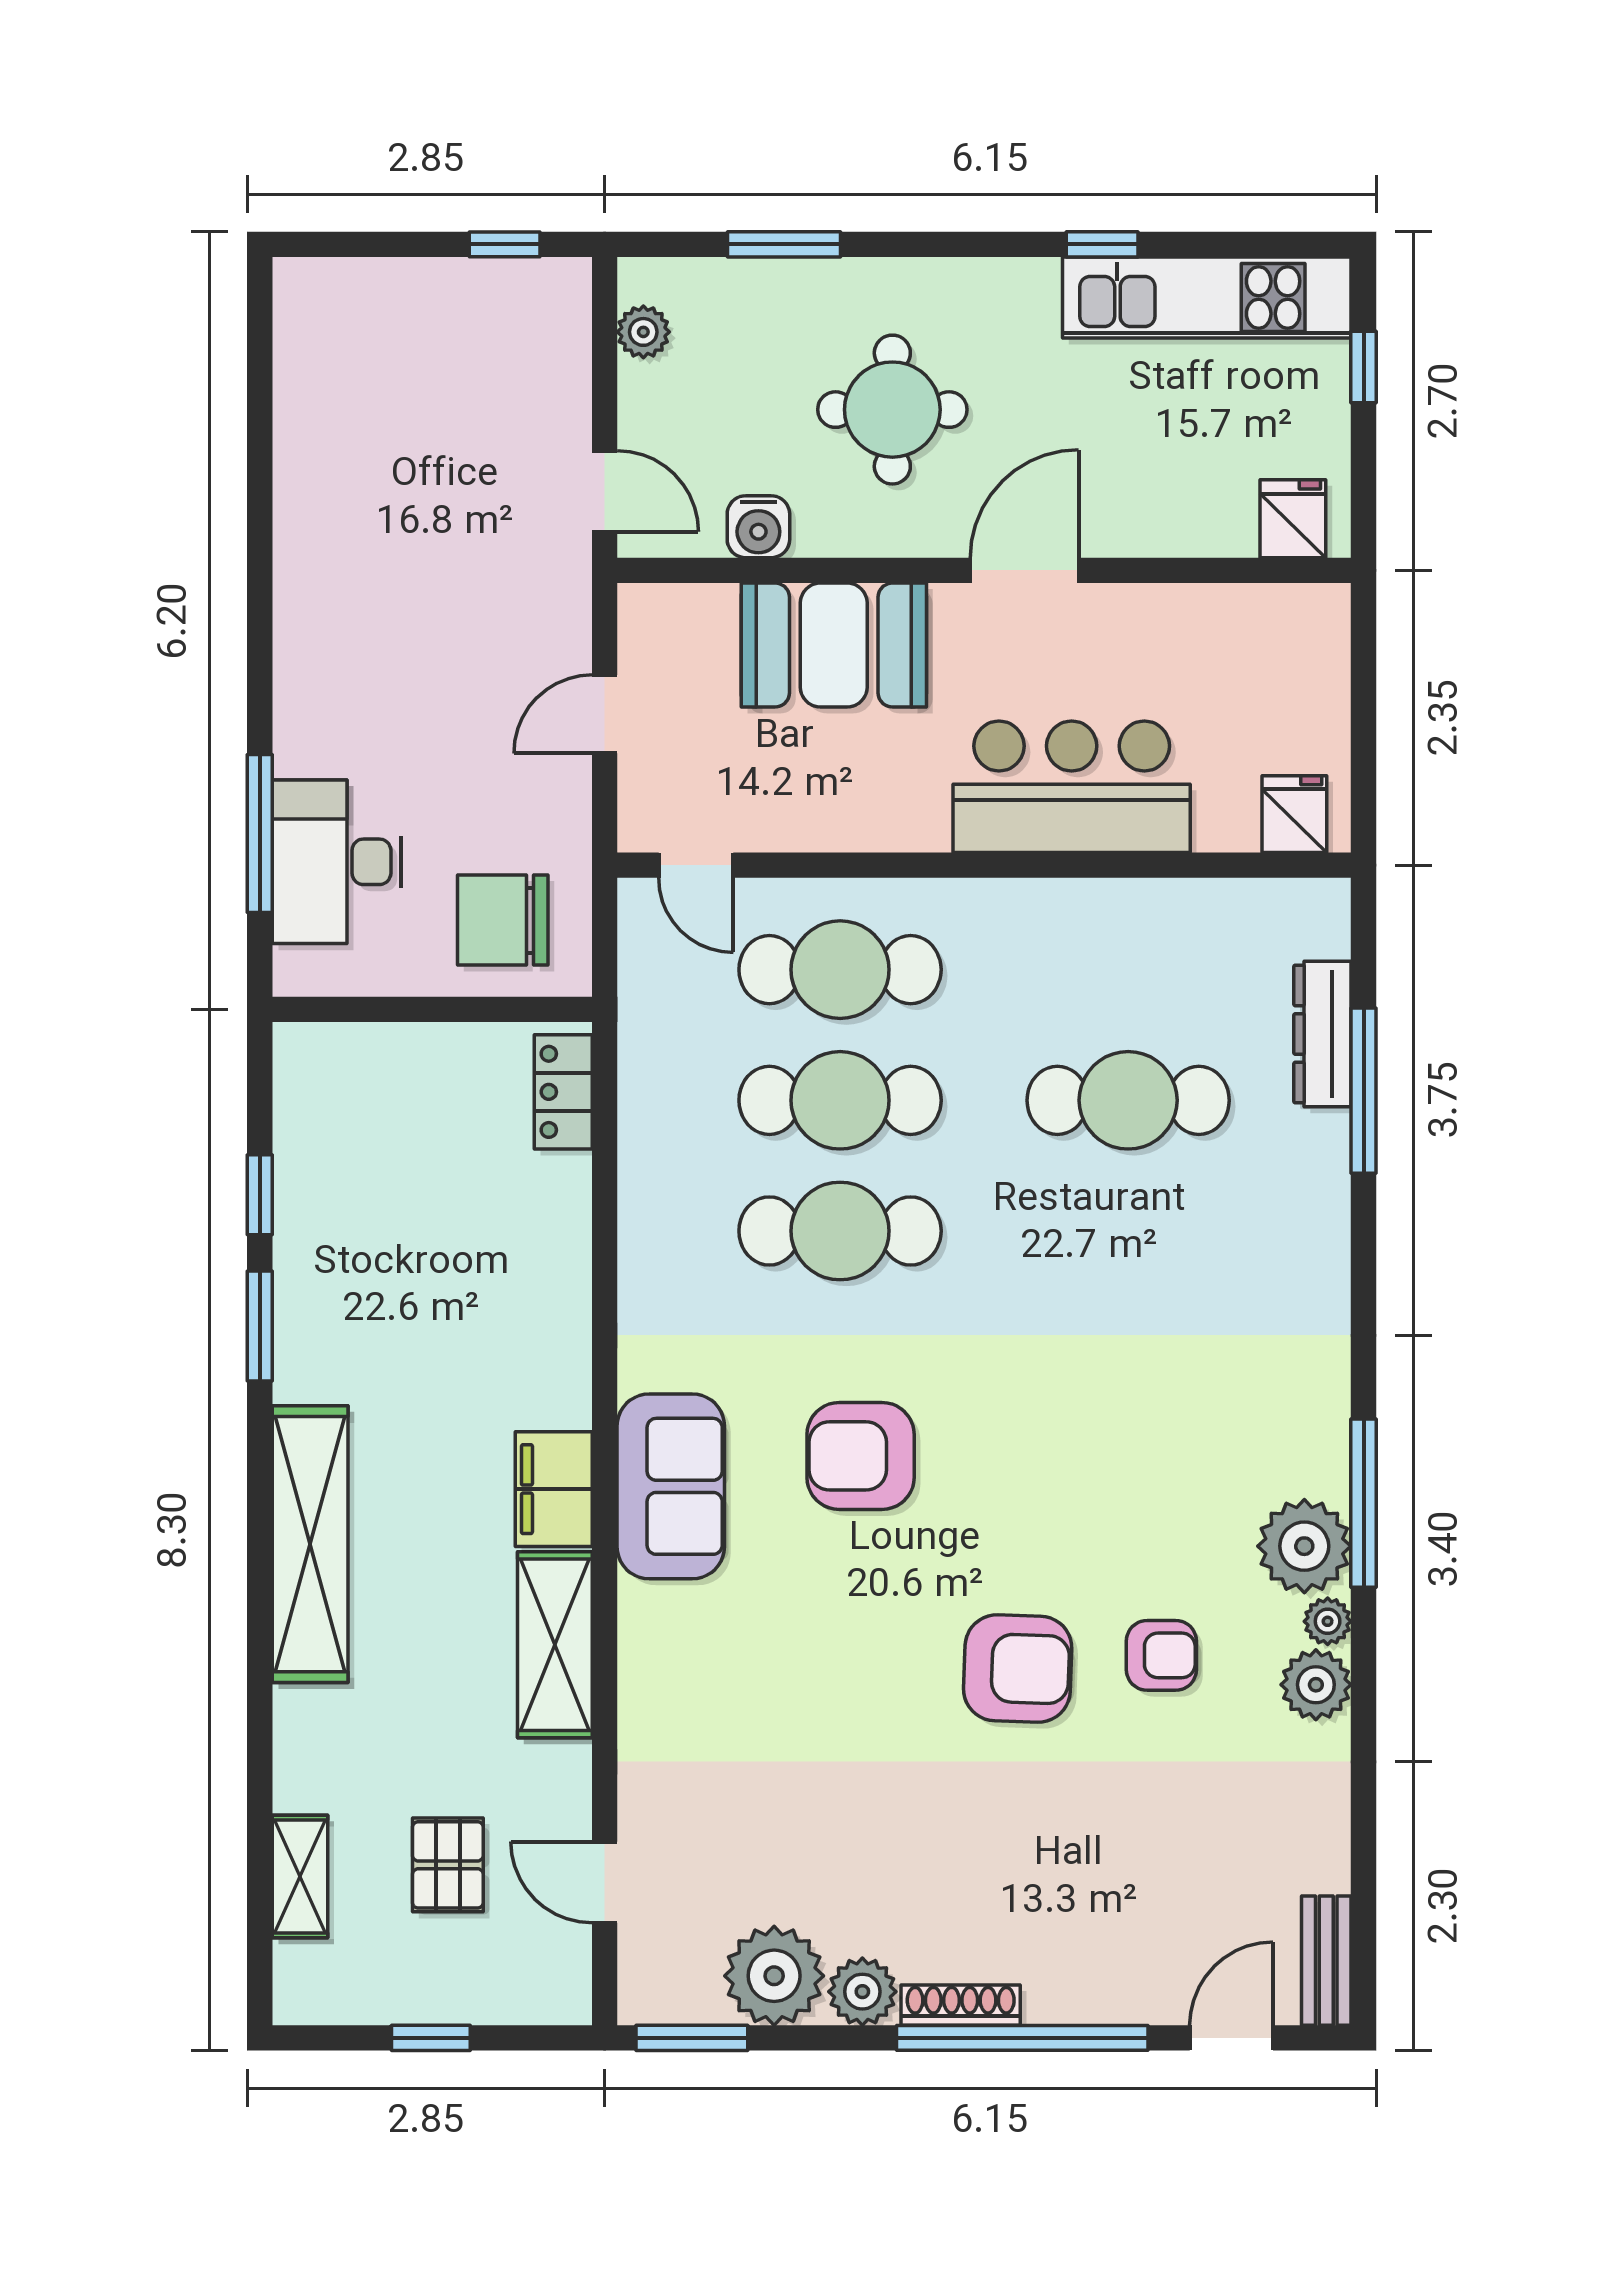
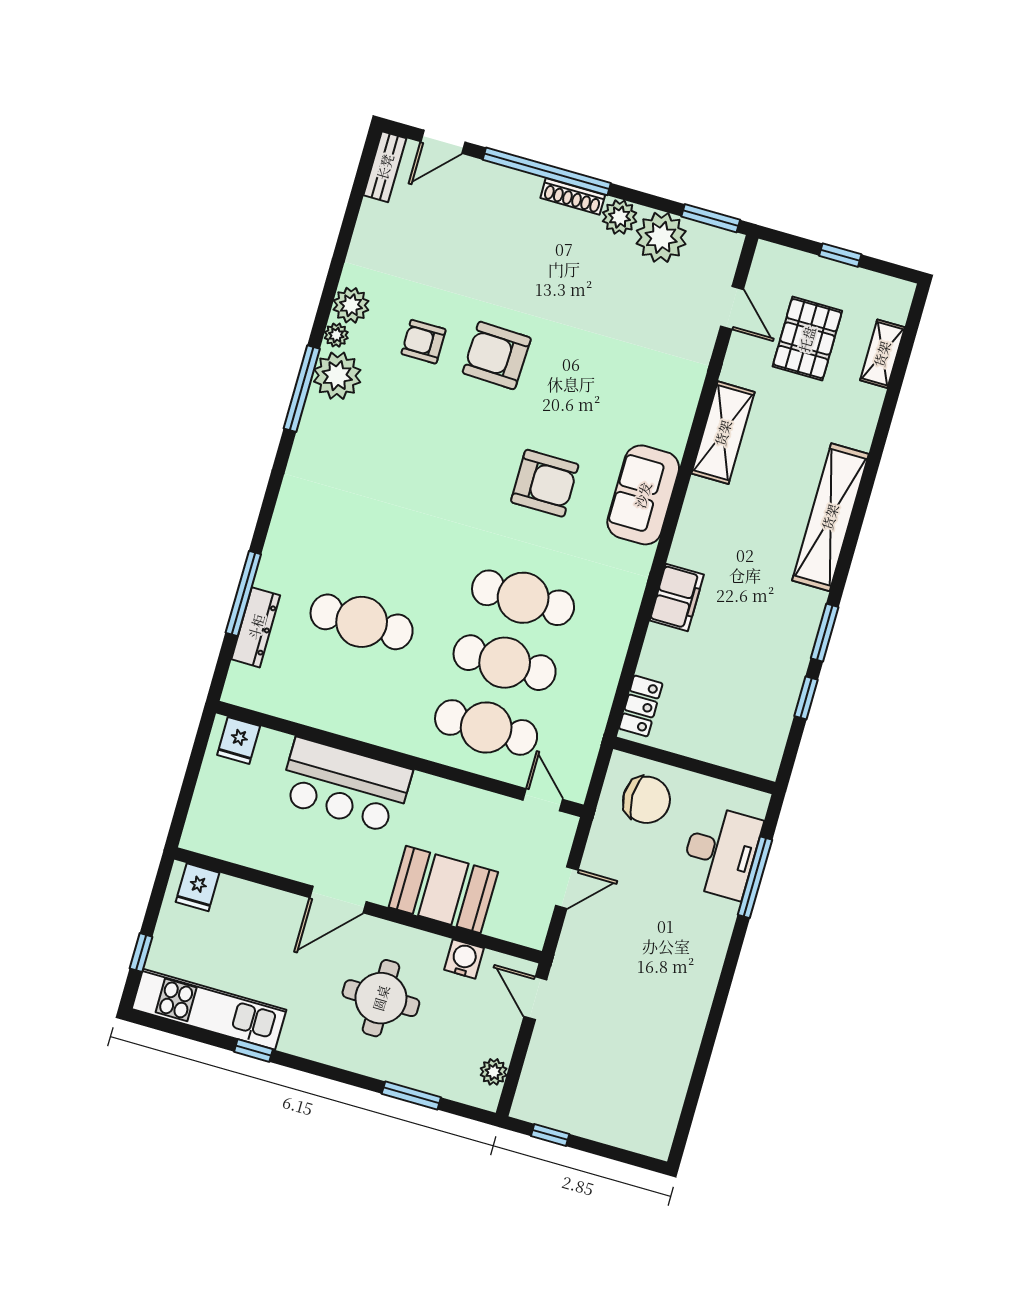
filing cabinet: (554, 1489) -> (677, 597), moved
pallet: (448, 1865) -> (807, 339), width x1.50, depth x1.42

